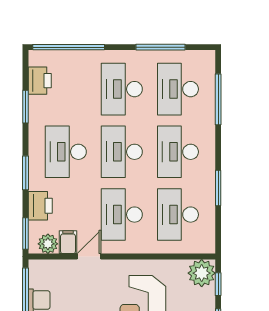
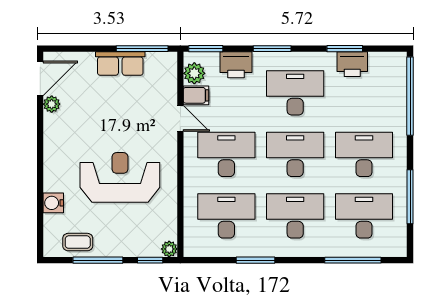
printer: (40, 81) -> (352, 64), moved
plant: (202, 273) -> (169, 249), width x0.53, depth x0.53

